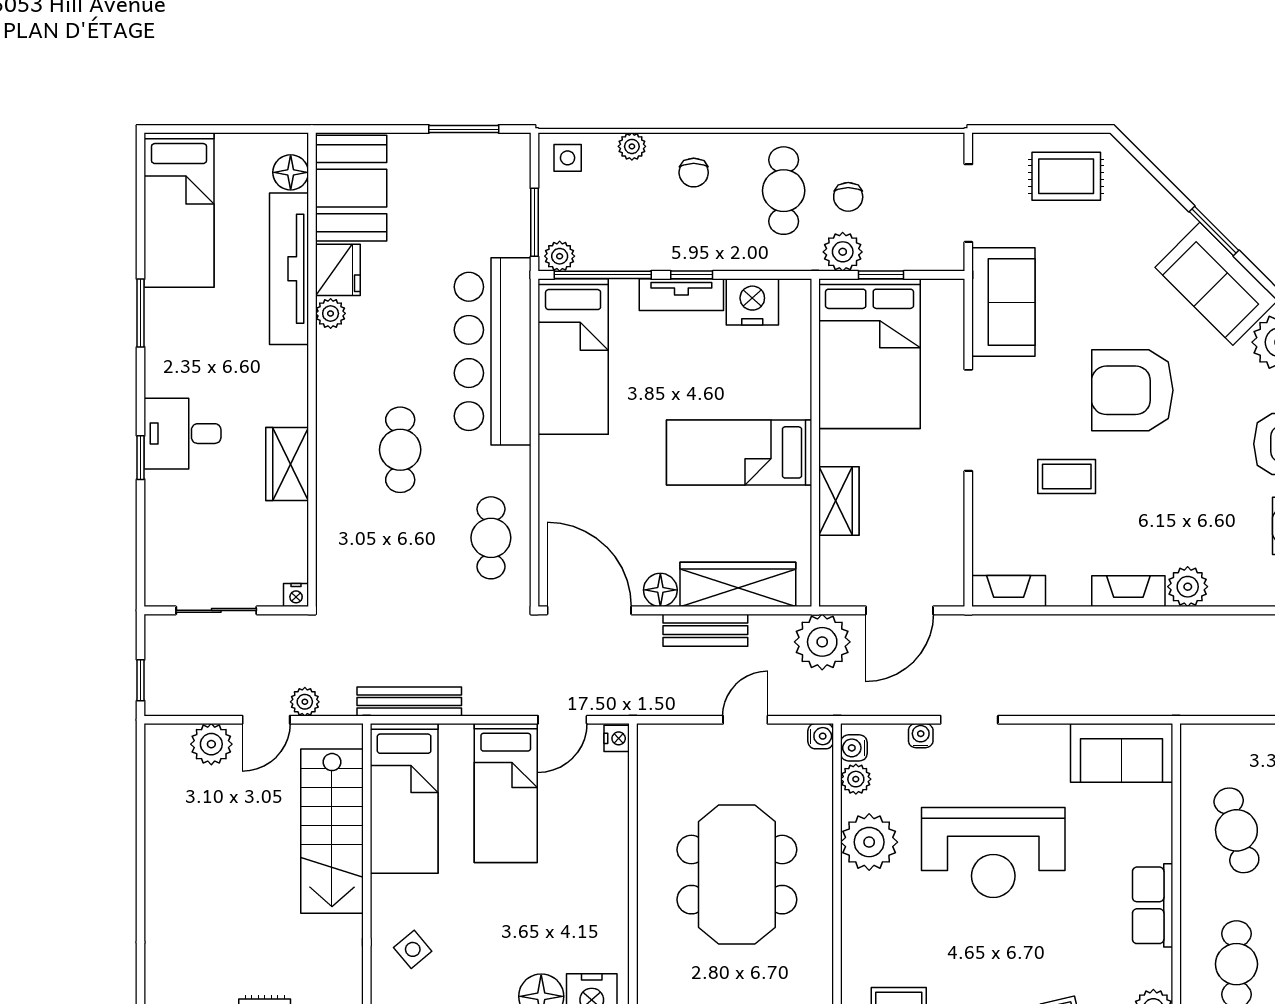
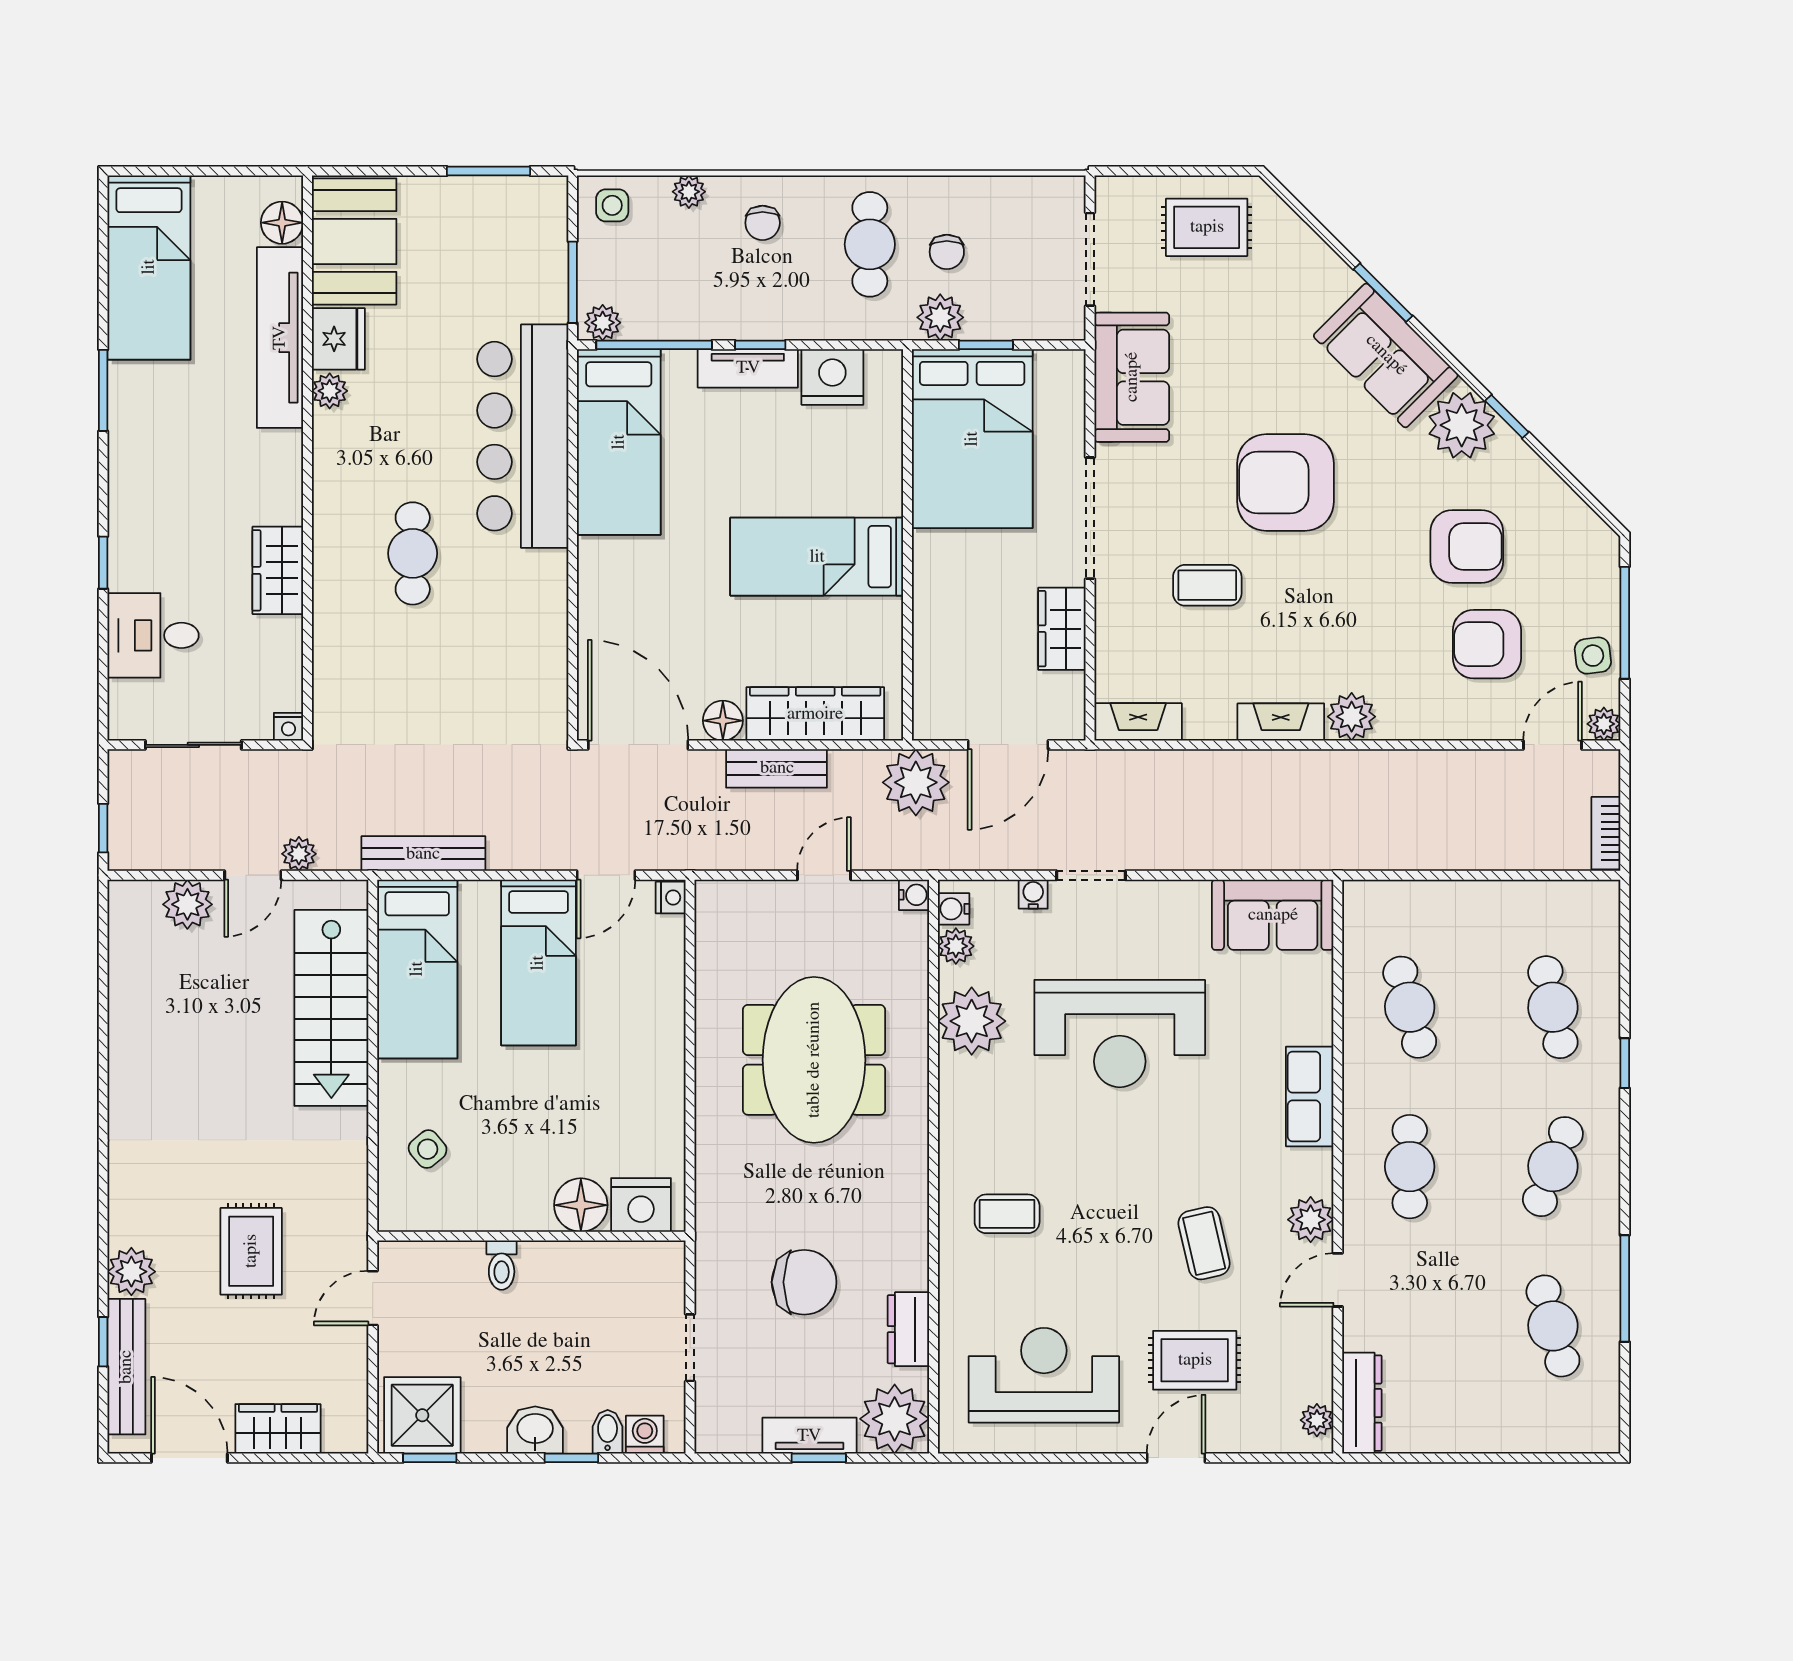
desk: (182, 434) -> (153, 635), moved
wardrobe: (839, 501) -> (1062, 629), moved, turned 180
cafe table: (491, 538) -> (521, 658), removed

